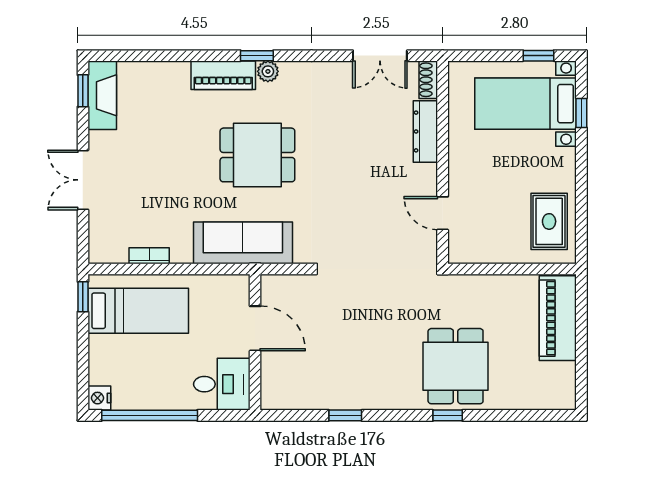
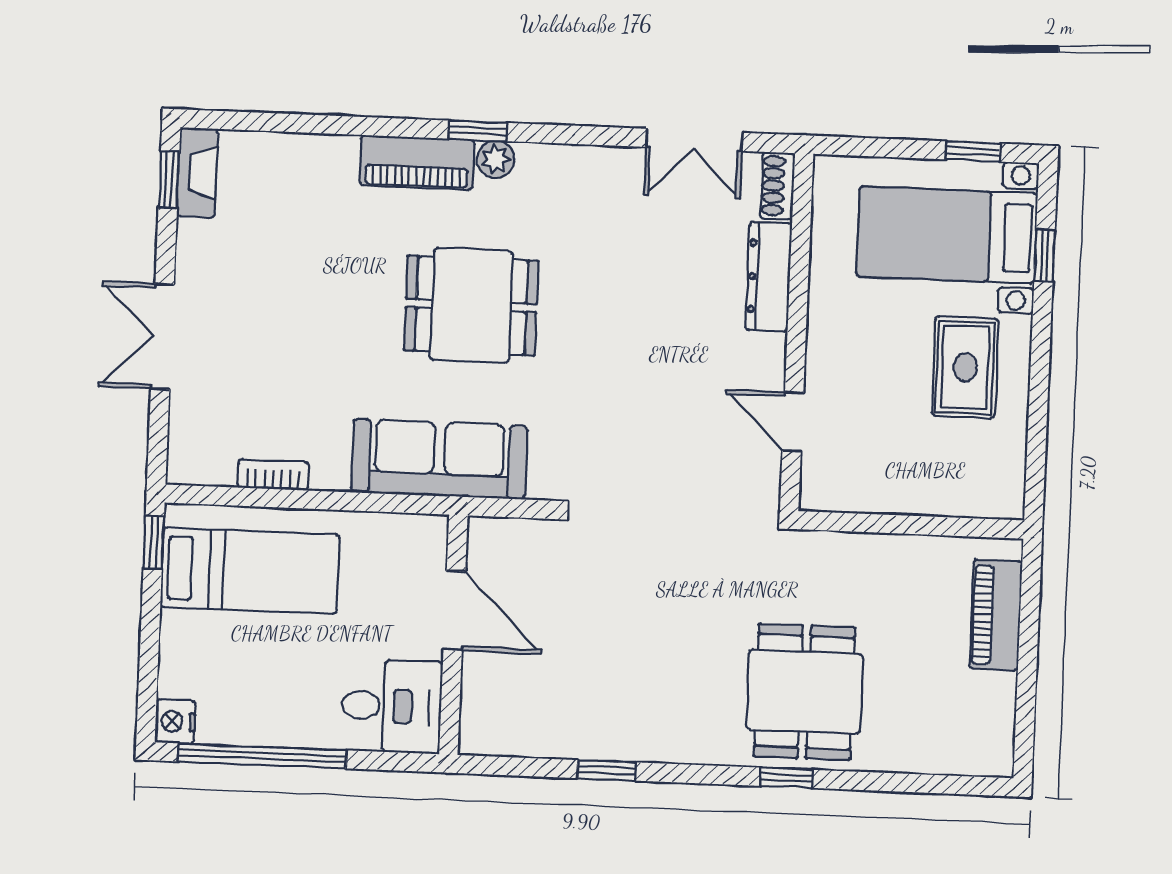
fireplace: (102, 95) -> (197, 172), width x0.73, depth x0.76
rug: (549, 221) -> (965, 367), moved
piano: (558, 318) -> (996, 615), width x0.73, depth x0.75

